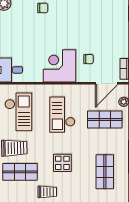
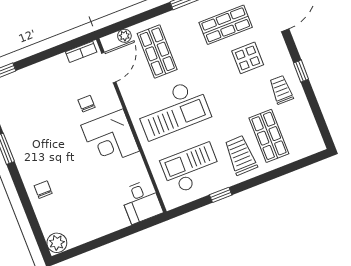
door: (107, 83) -> (109, 67), hinge flipped
checkout: (62, 115) -> (173, 110), width x1.36, depth x1.21
display table: (62, 163) -> (248, 58), moved

